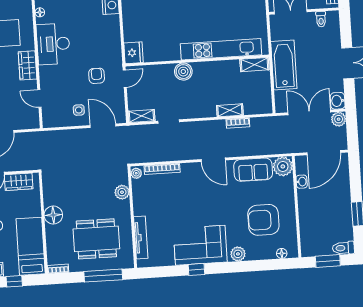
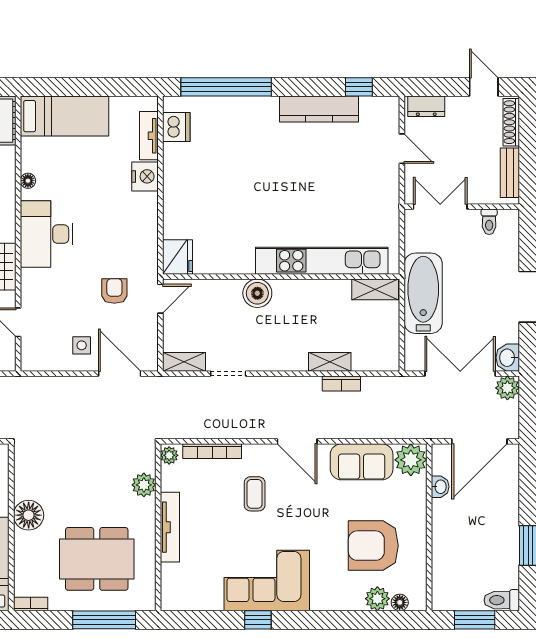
coffee table: (189, 193) -> (255, 494), added
tv unit: (141, 238) -> (170, 527), moved
plant: (238, 254) -> (377, 599), moved

